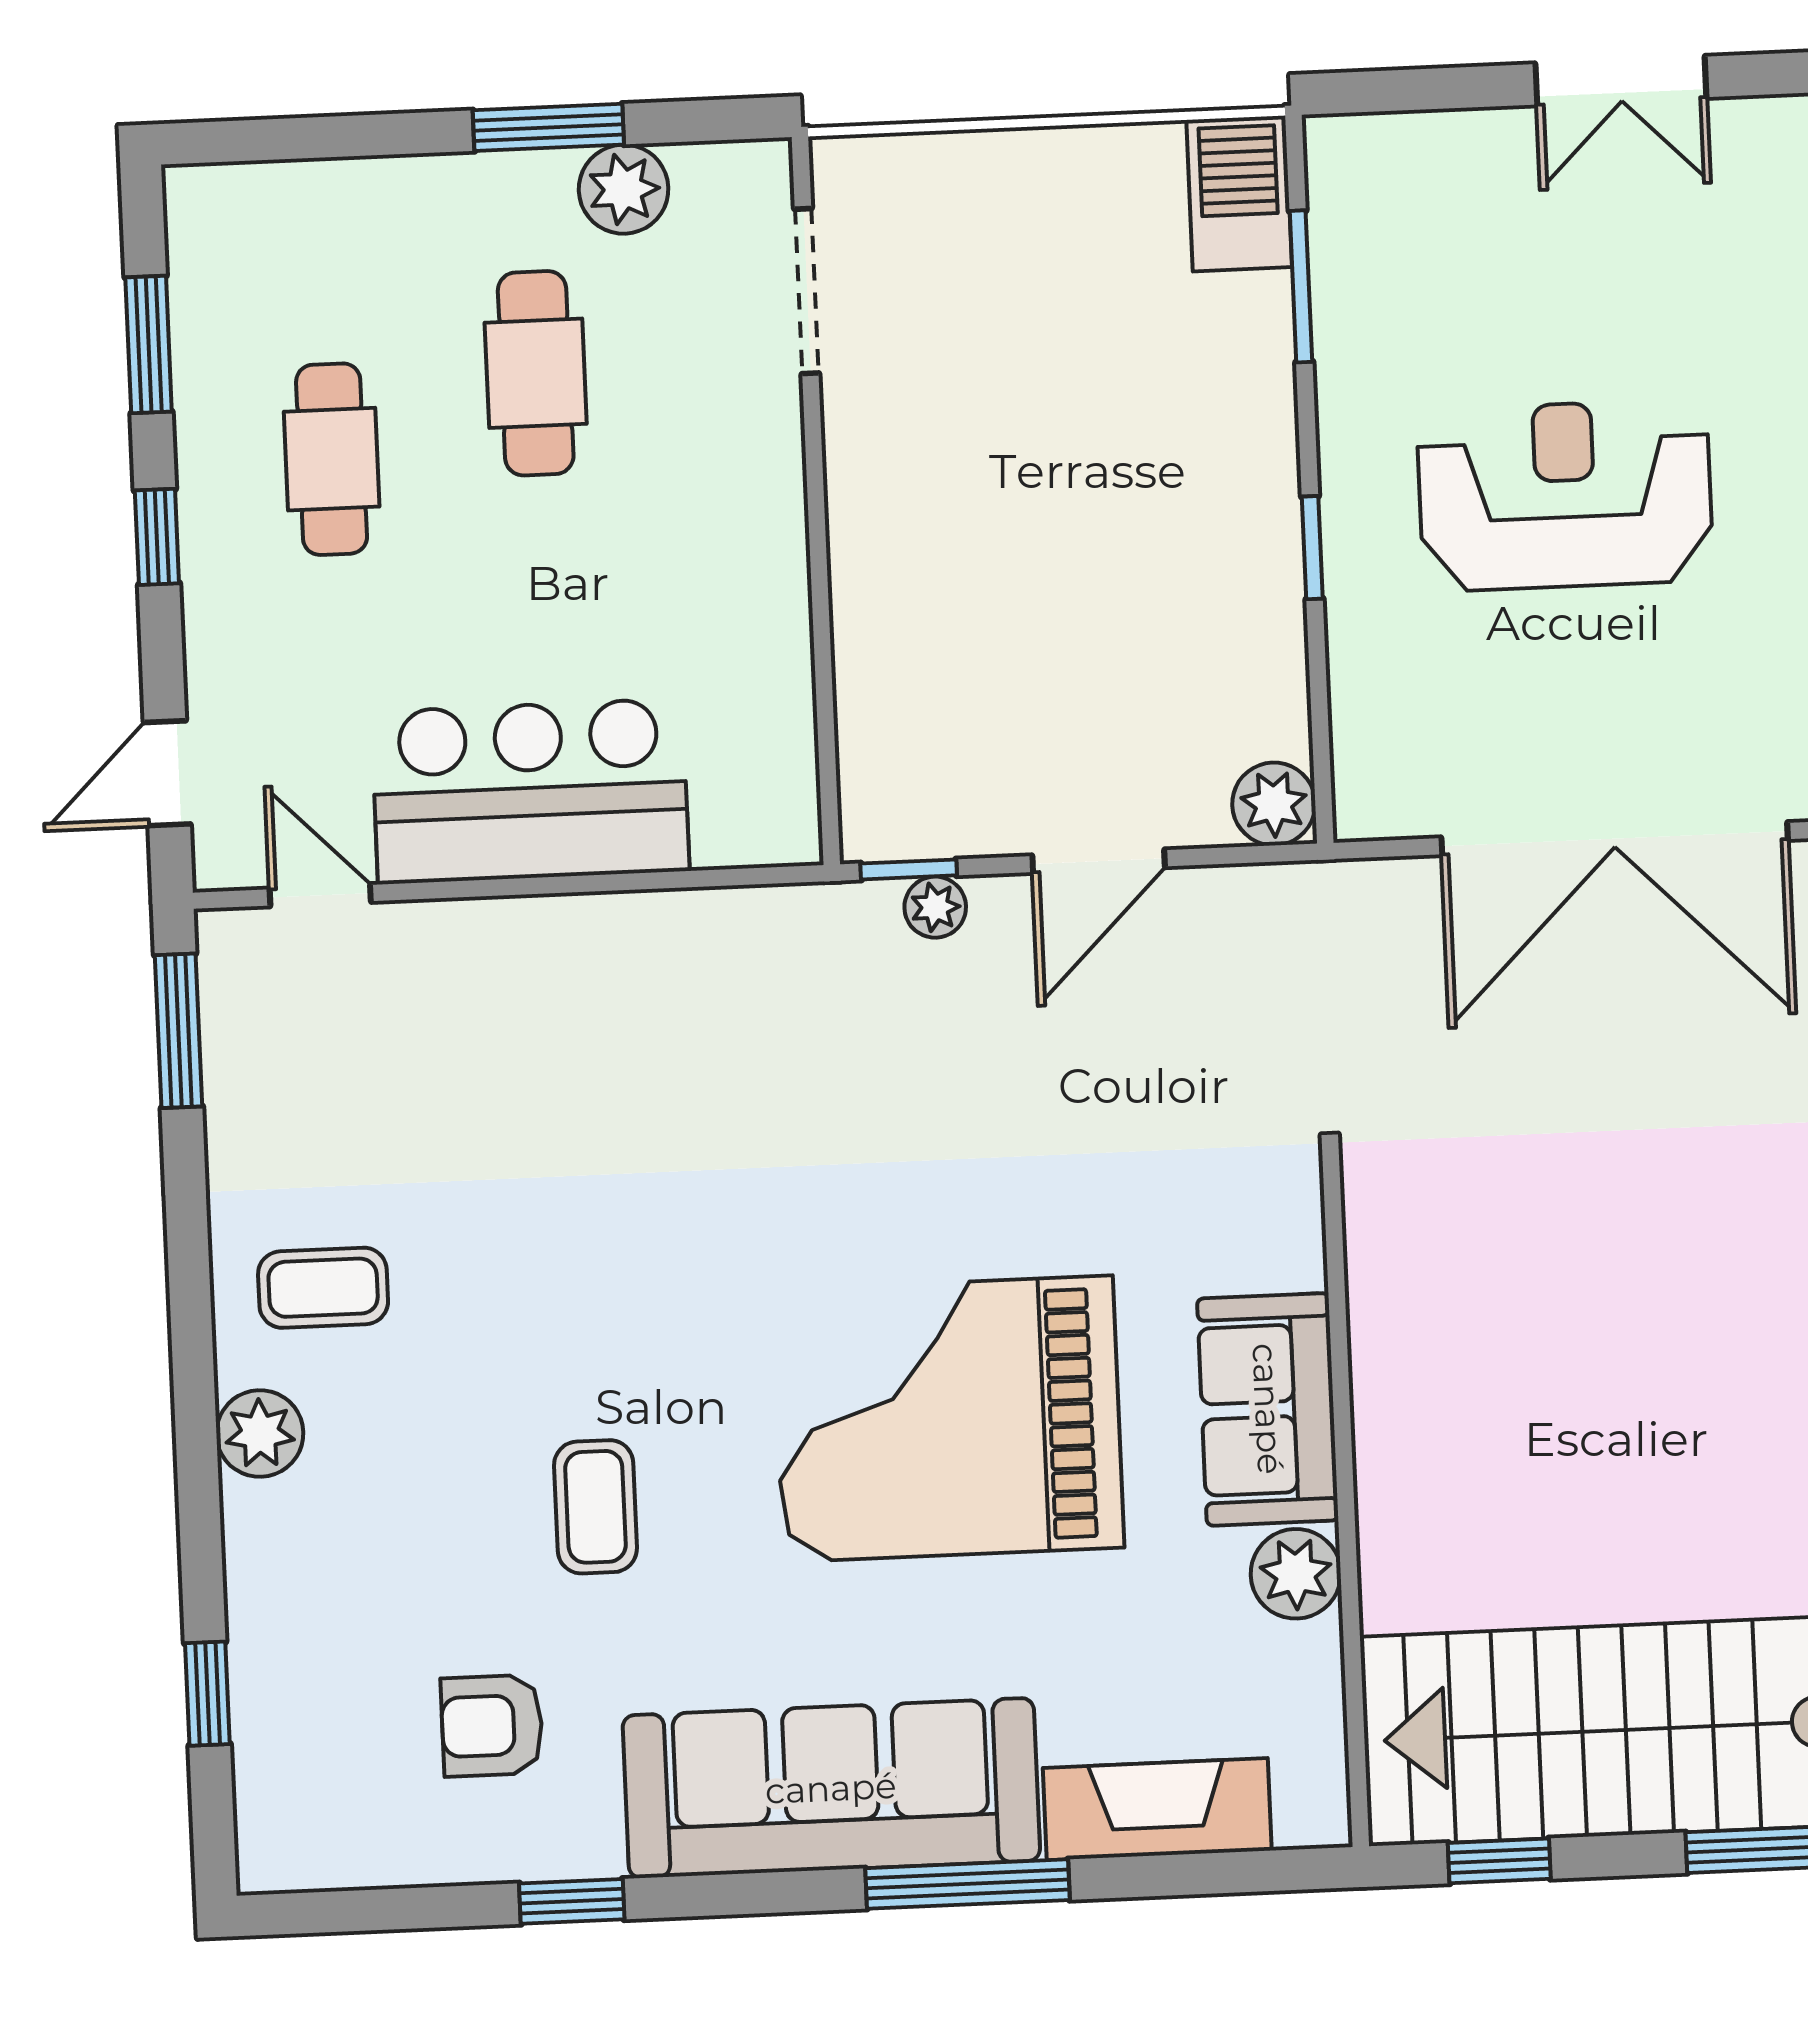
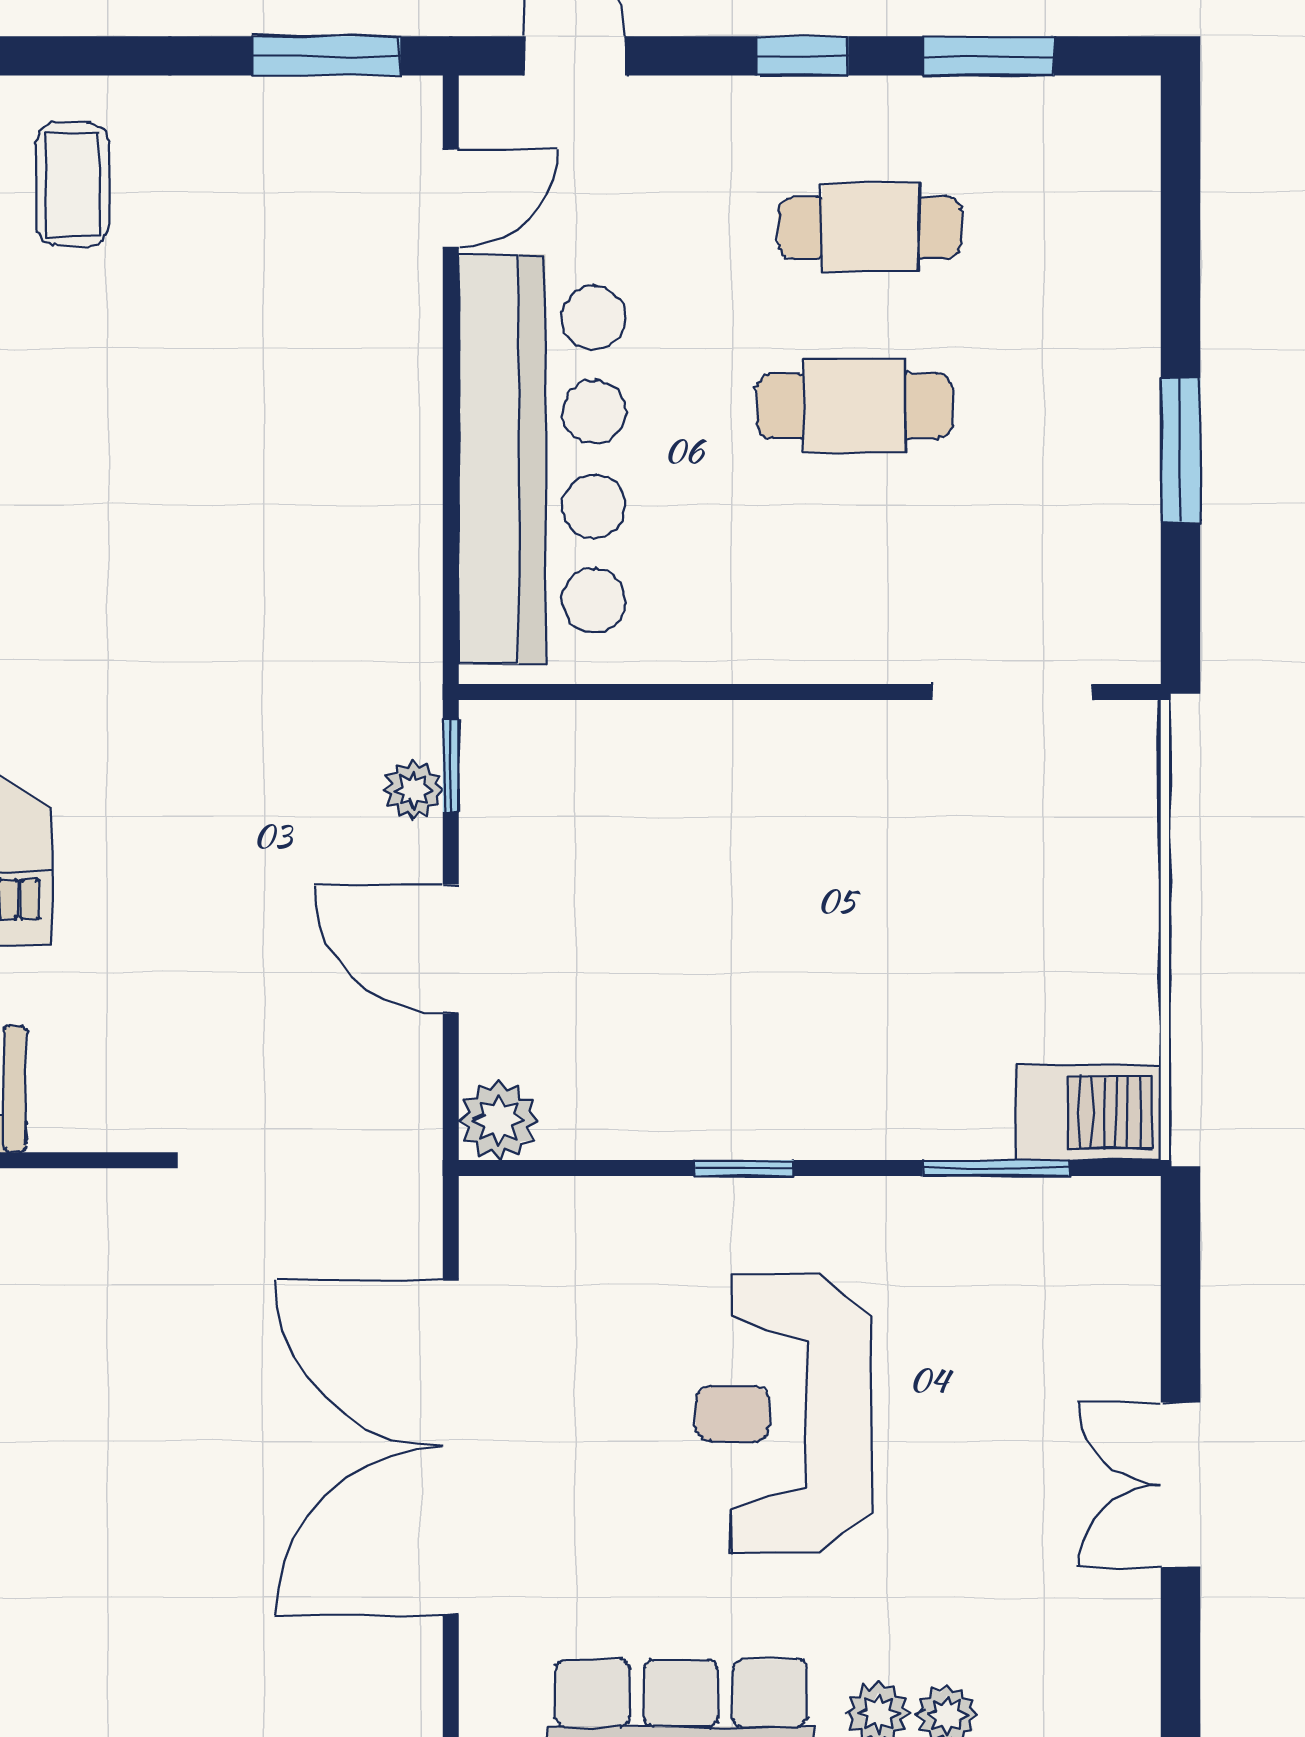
plant: (624, 189) -> (1118, 520), removed
cafe table: (536, 373) -> (855, 406), moved
reception desk: (1565, 495) -> (784, 1414), turned 180
bar counter: (530, 791) -> (542, 459), width x1.36

